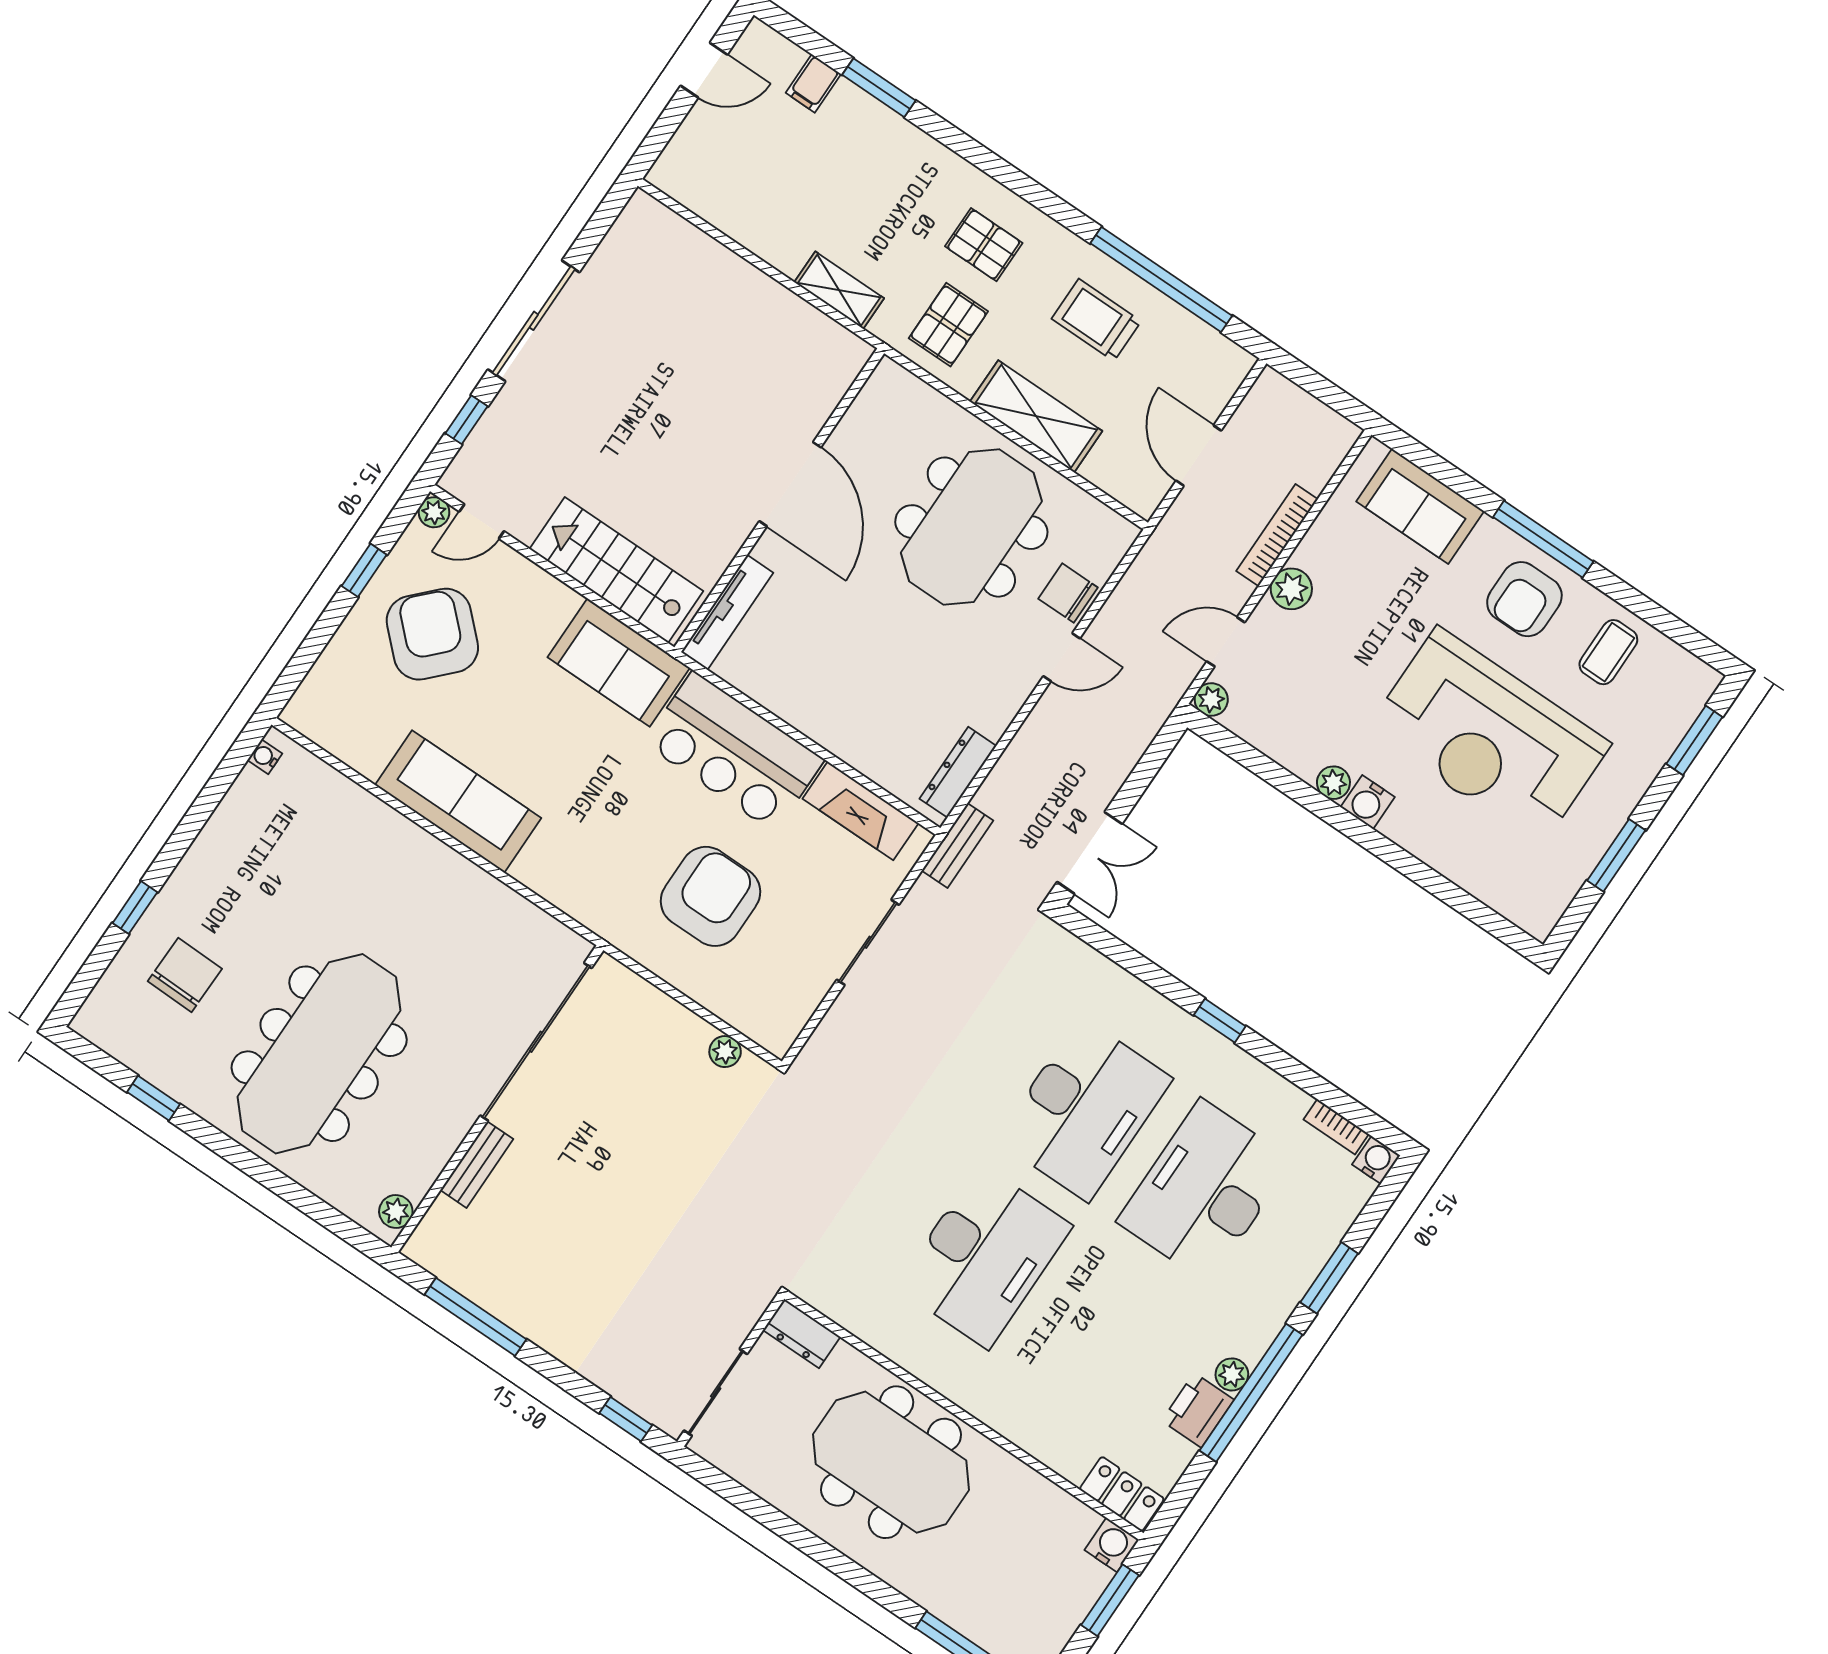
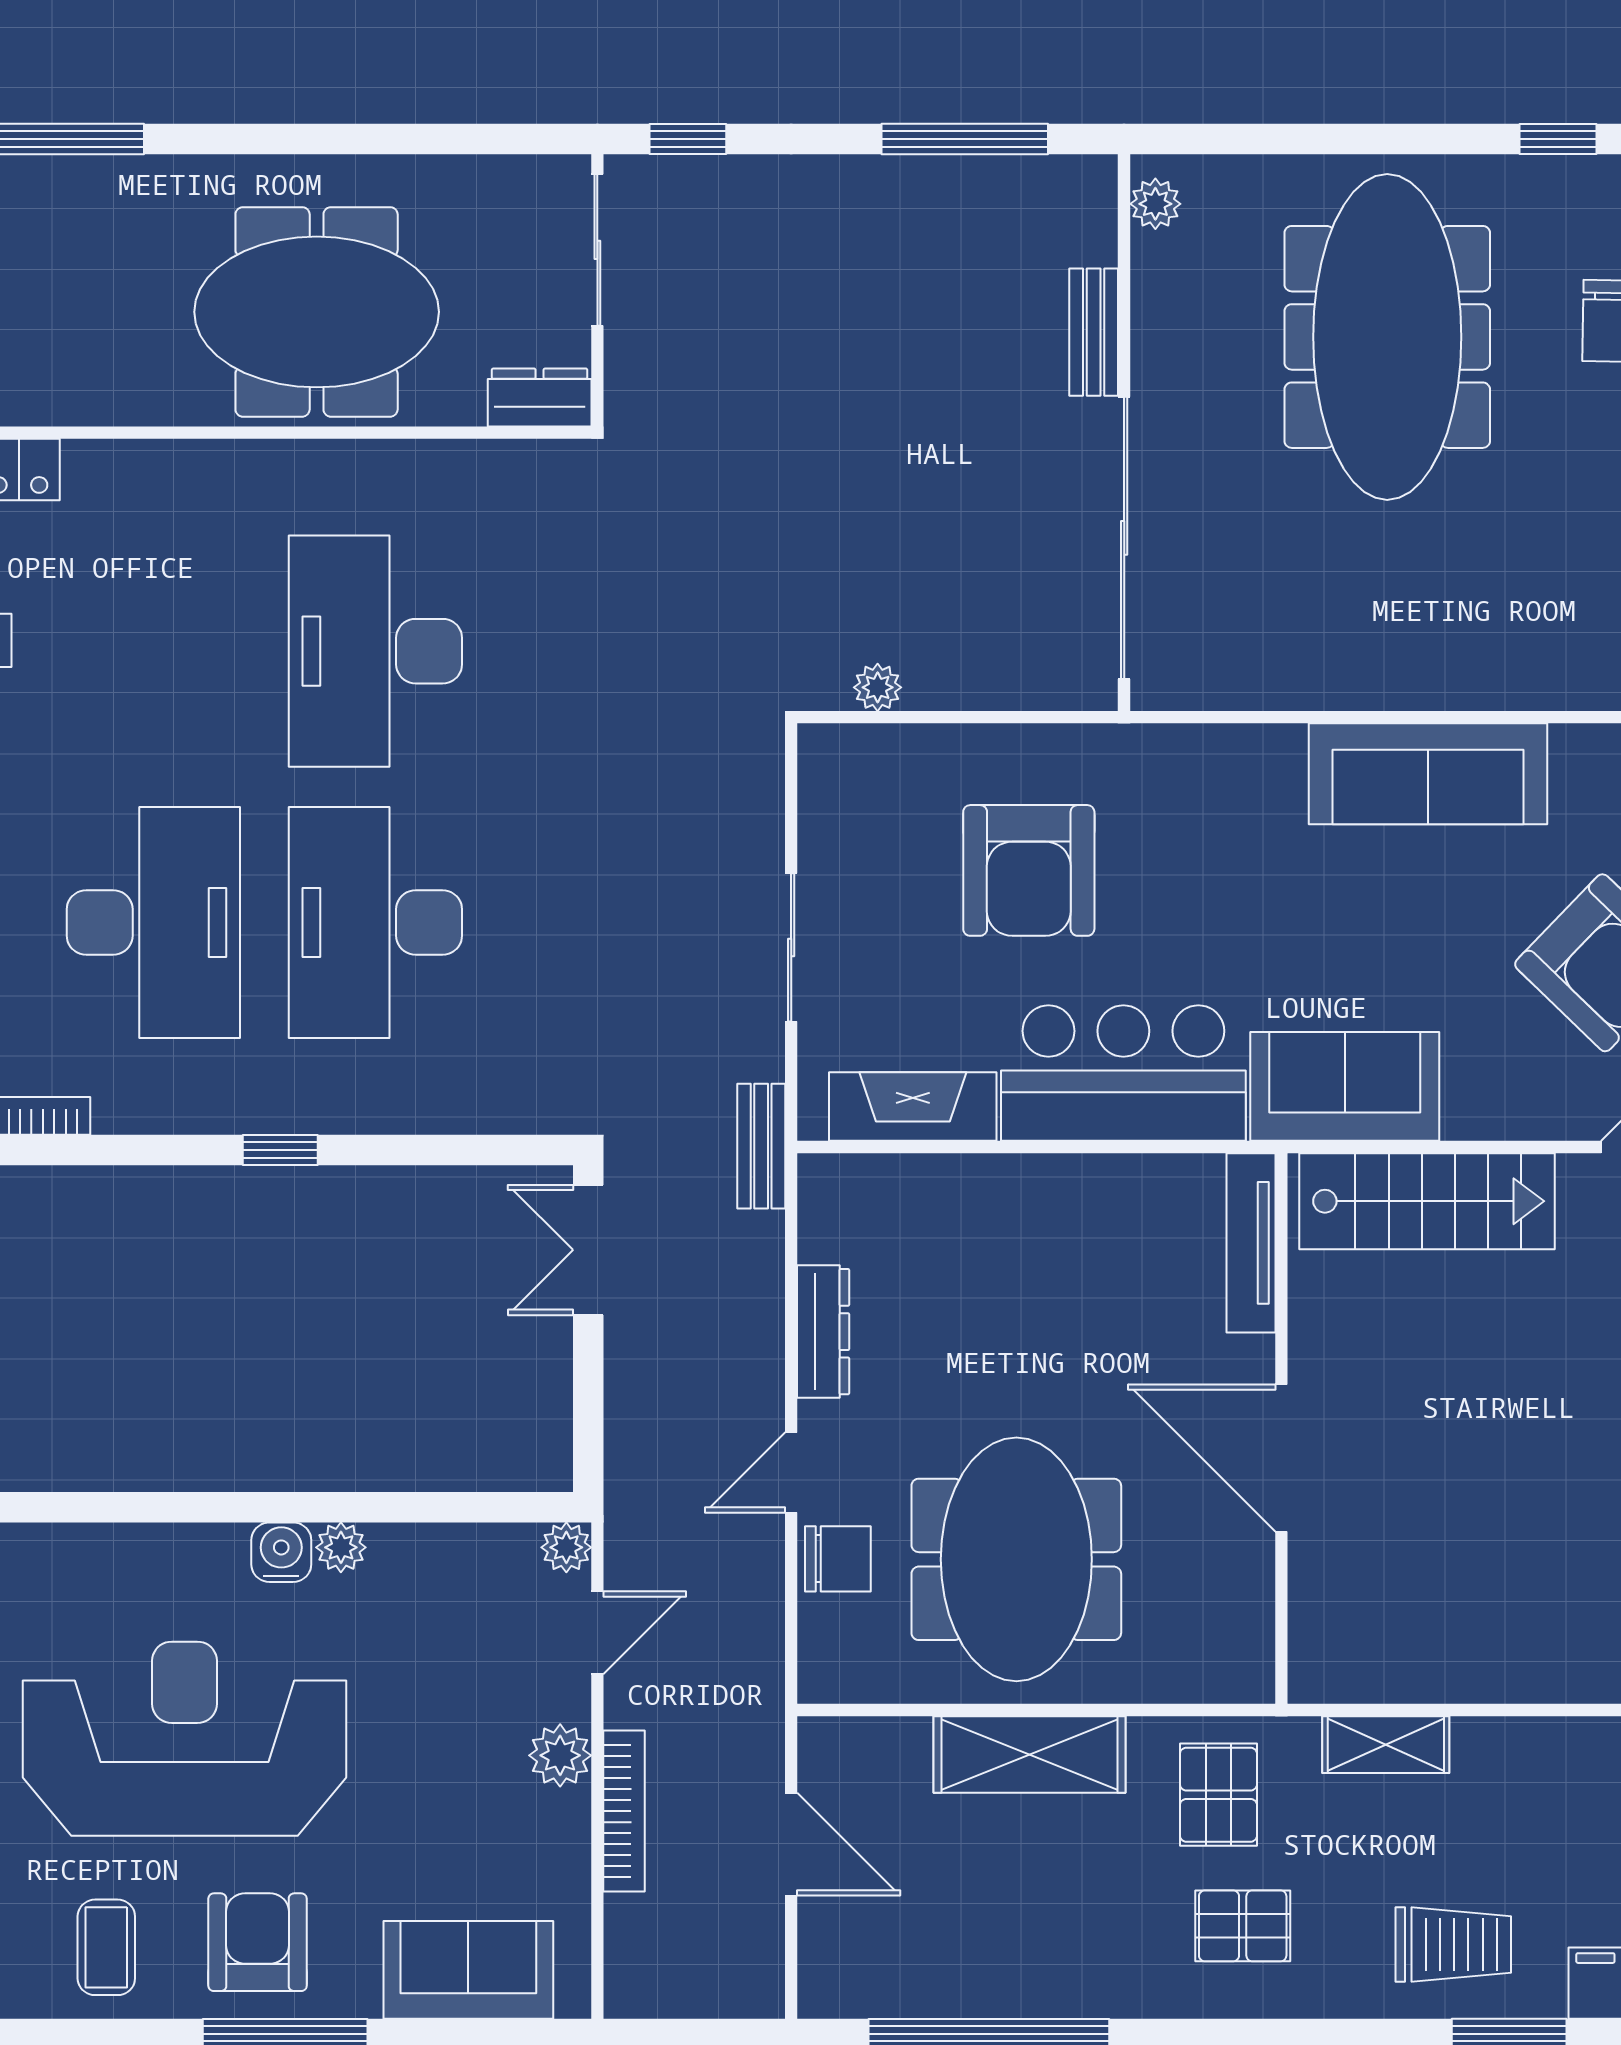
trolley: (1096, 320) -> (1453, 1944), moved
dresser: (958, 772) -> (823, 1332), moved

